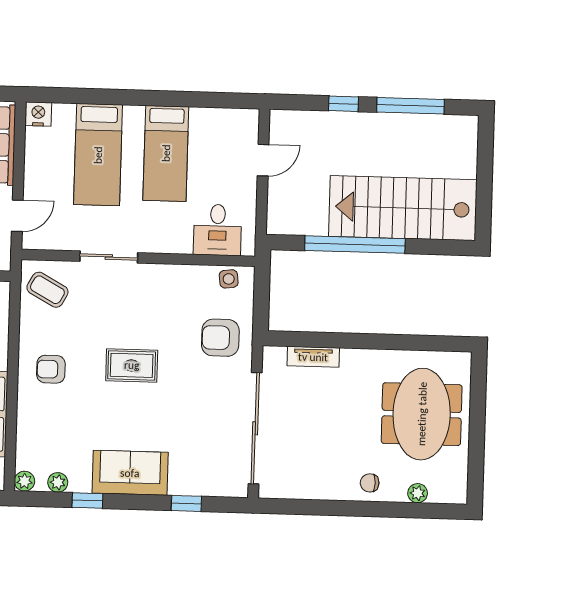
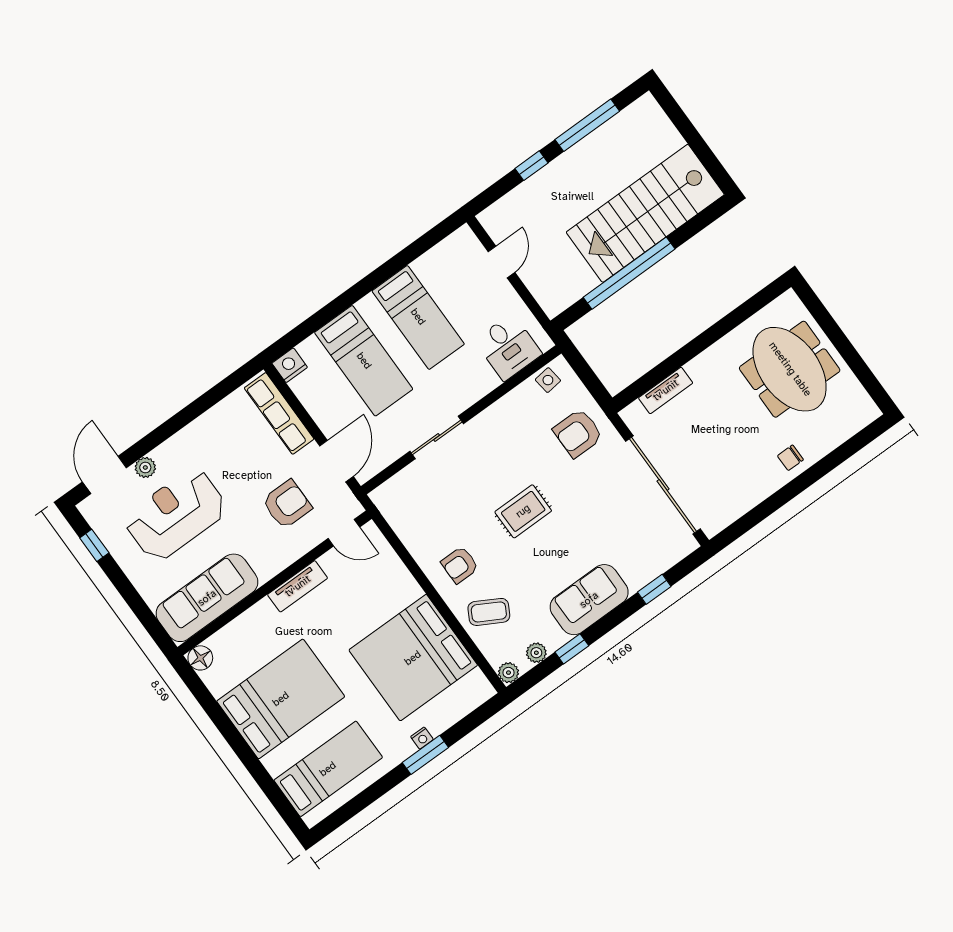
door: (17, 216) -> (336, 461), width x1.38
coffee table: (47, 290) -> (489, 612), moved
plant: (418, 493) -> (836, 436), removed

